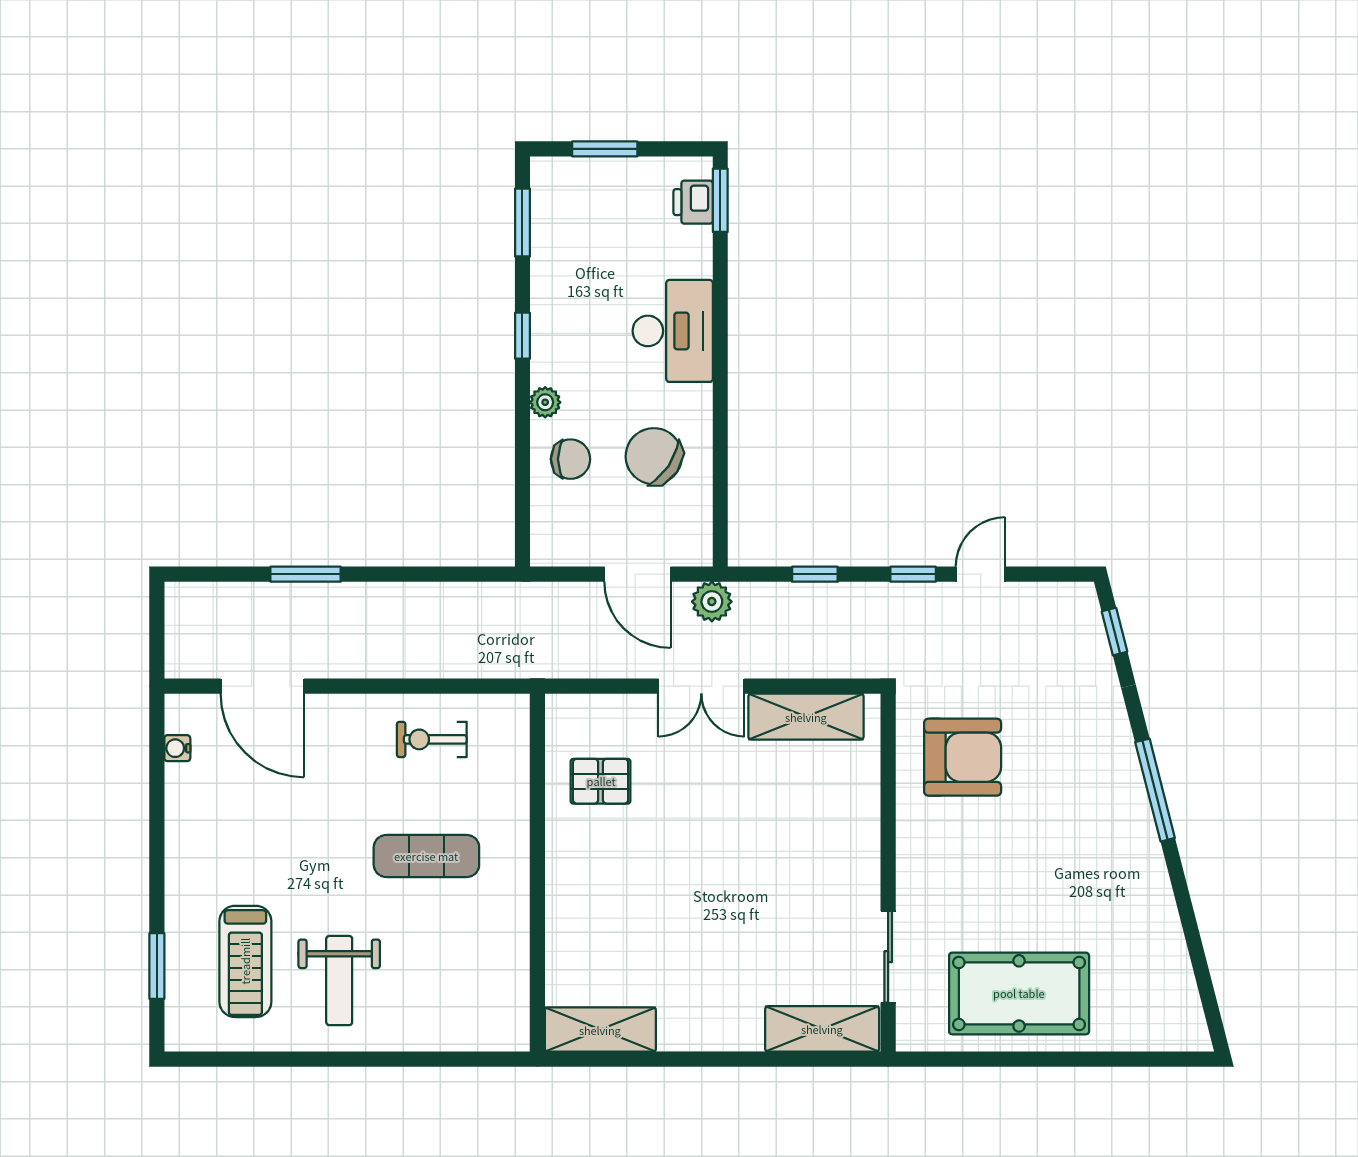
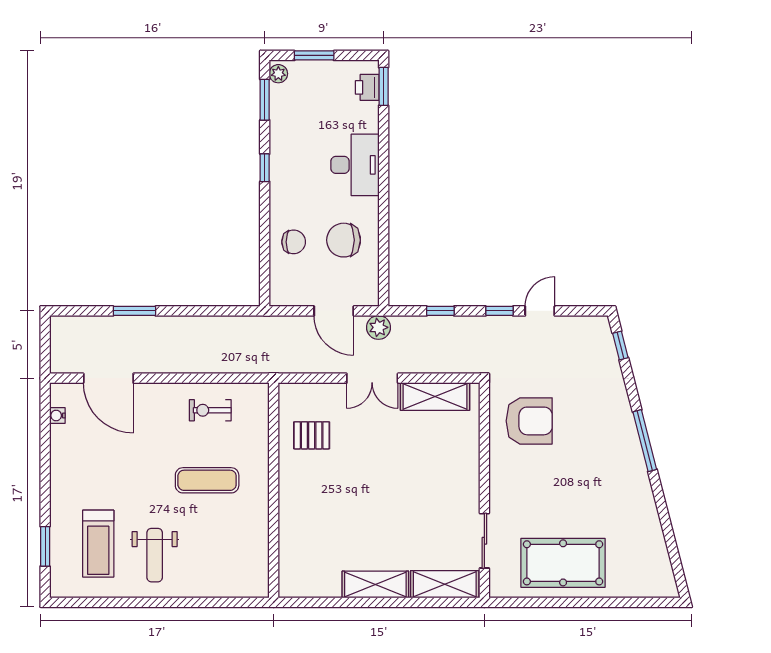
plant: (545, 402) -> (278, 74), moved
chair: (654, 456) -> (344, 240), turned -34
shelving: (600, 1030) -> (375, 585), moved

